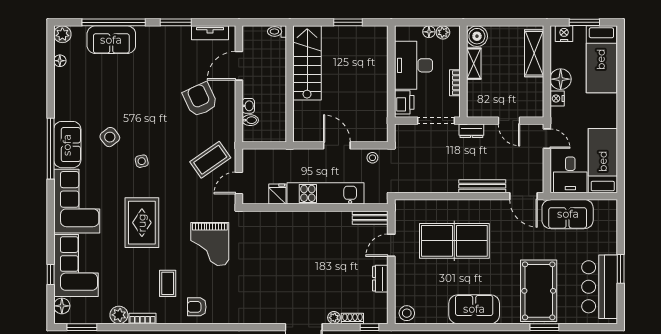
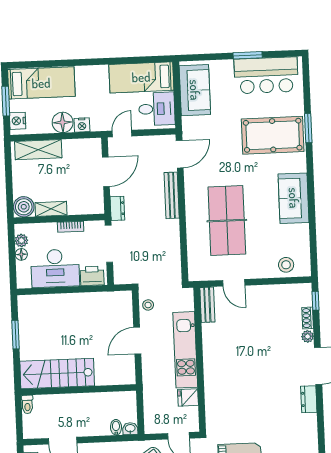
washbasin: (248, 106) -> (130, 429), moved
door: (509, 121) -> (106, 172), width x1.38
sofa: (568, 214) -> (195, 90), moved
dresser: (380, 279) -> (309, 399), moved, turned 90
stool: (407, 313) -> (286, 265), moved

